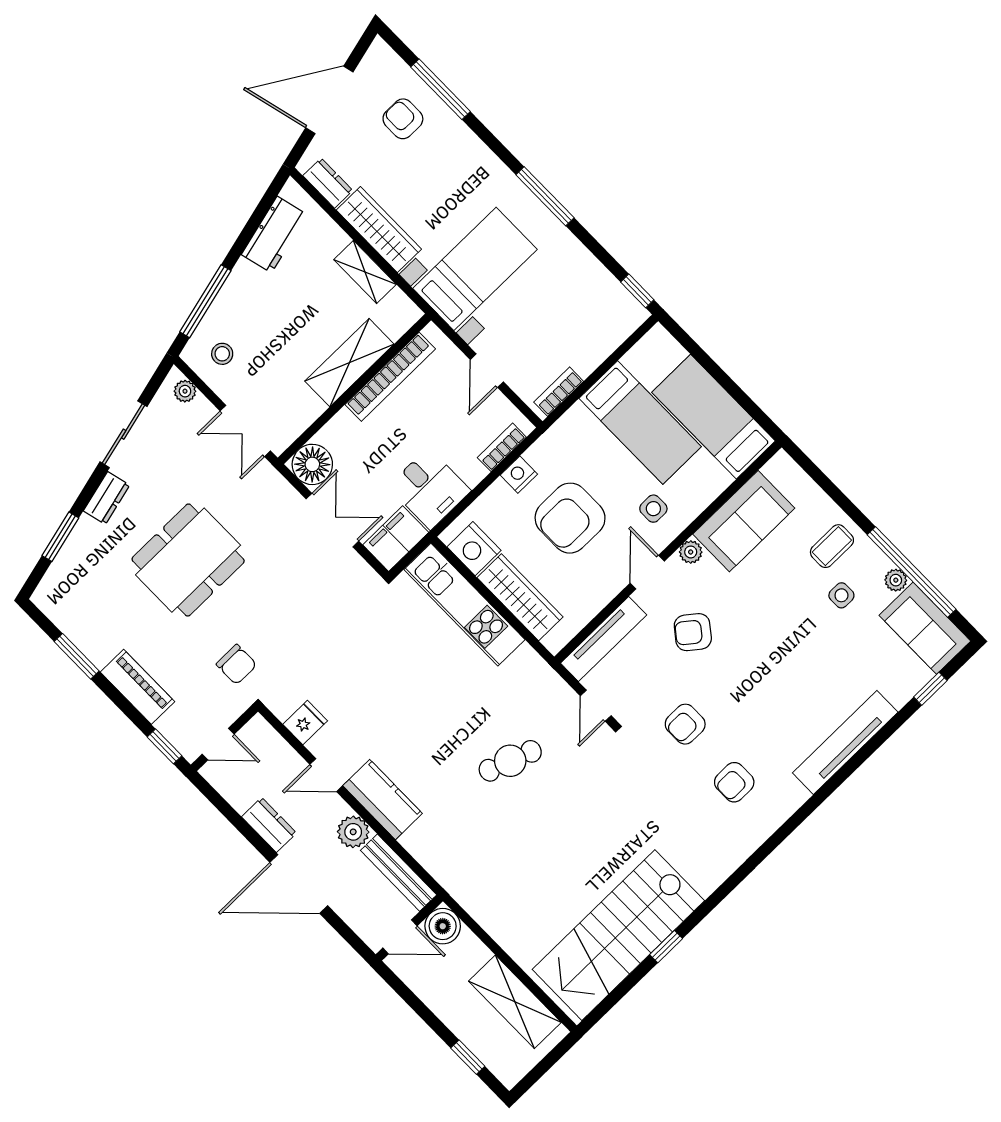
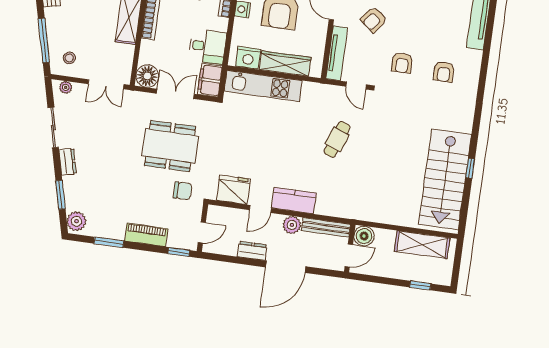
dining table: (188, 560) -> (170, 146), moved, turned 90
plant: (54, 591) -> (76, 221), added
fridge: (305, 723) -> (233, 190), width x1.88, depth x1.34

